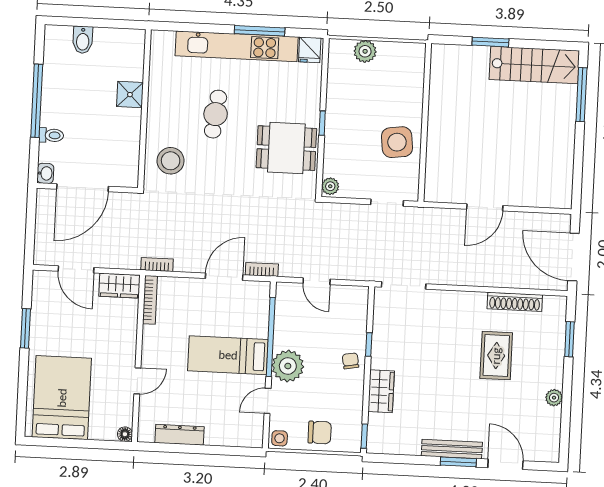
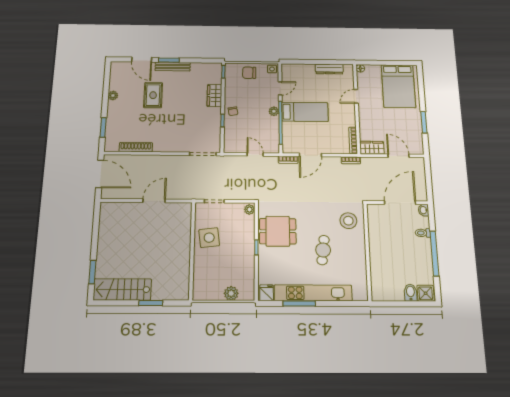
shower: (130, 95) -> (426, 293), moved
window: (581, 95) -> (92, 272), width x0.69
rug: (496, 356) -> (153, 95), moved
plant: (288, 366) -> (274, 111), width x0.53, depth x0.53

